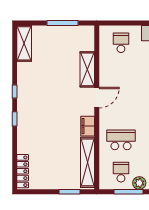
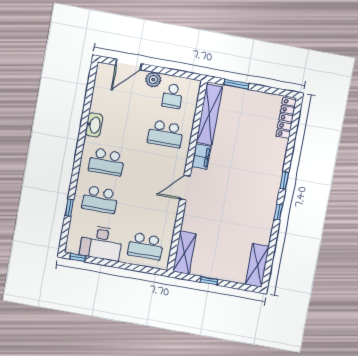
window: (62, 23) -> (209, 281), width x0.46
school desk: (121, 43) -> (145, 246), width x1.85
shelving: (87, 69) -> (185, 253), moved
window: (129, 192) -> (168, 72), removed

